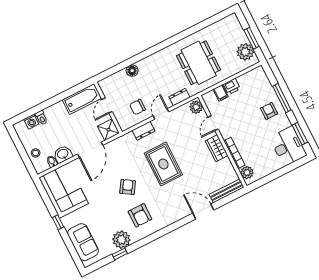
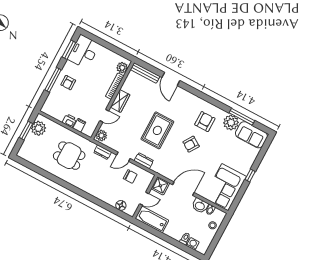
dining table: (199, 63) -> (69, 156), width x0.73
floor lamp: (132, 71) -> (121, 205), moved
sofa: (83, 242) -> (251, 135), moved, turned -90
window: (120, 254) -> (242, 117), width x2.17

